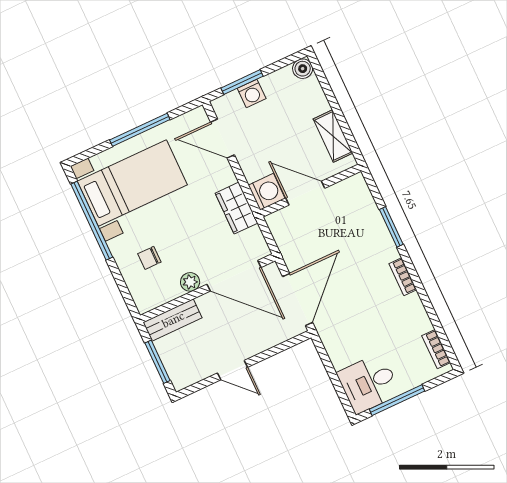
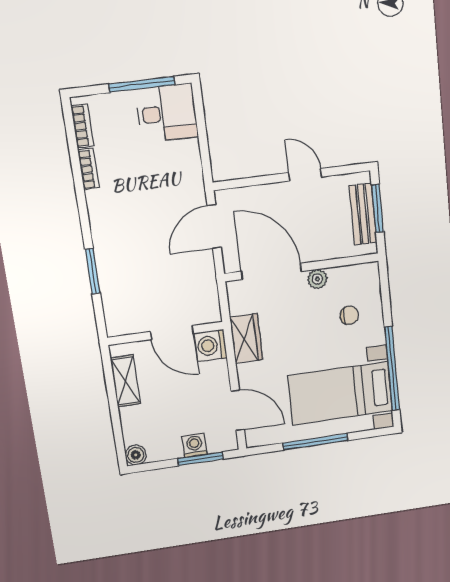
bookcase: (403, 277) -> (89, 169), moved
door: (298, 299) -> (214, 227), width x0.73
bench: (173, 320) -> (363, 214), moved, turned 90

